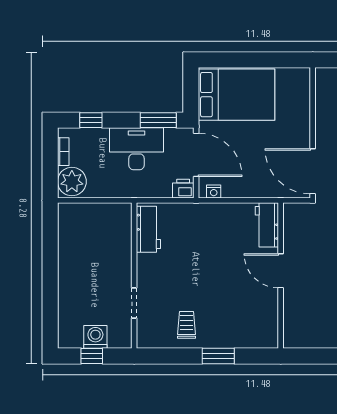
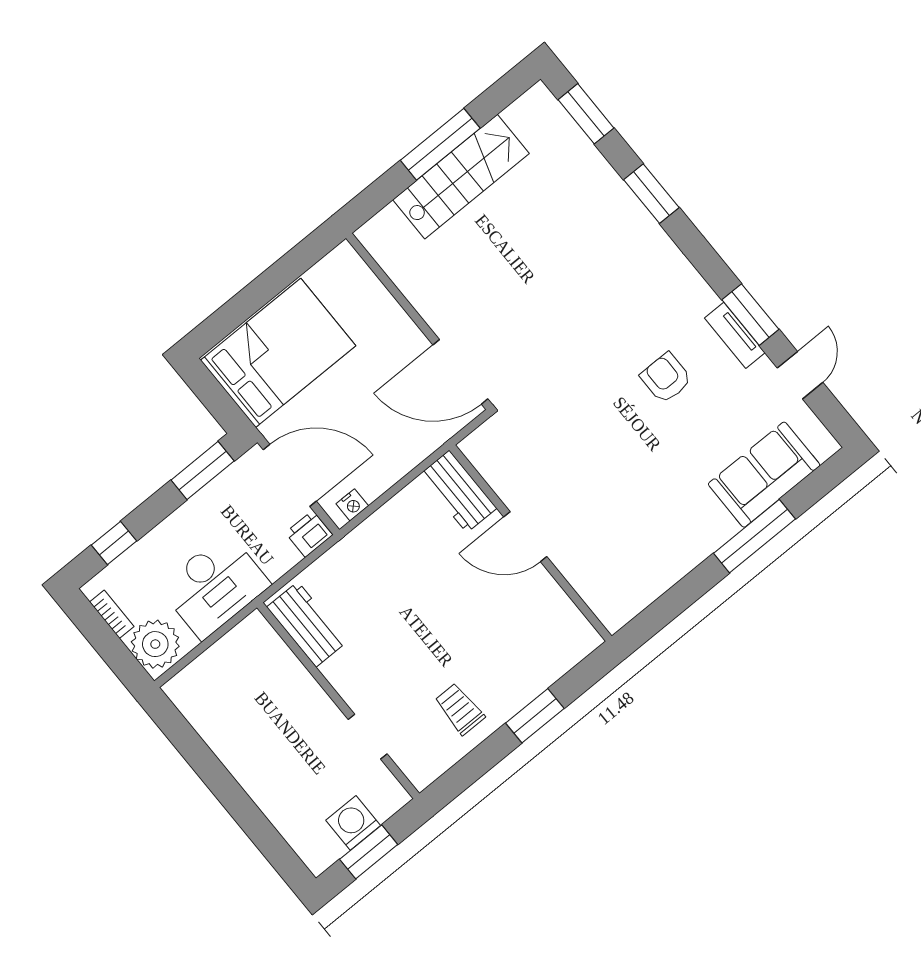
desk: (137, 149) -> (214, 586), moved, turned 180
window: (92, 356) -> (369, 852), width x1.50

